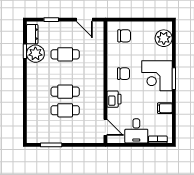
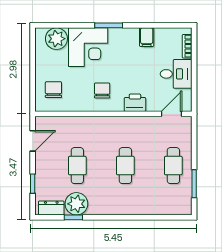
corner desk: (157, 76) -> (88, 47), moved
cafe table: (65, 110) -> (173, 166), moved

